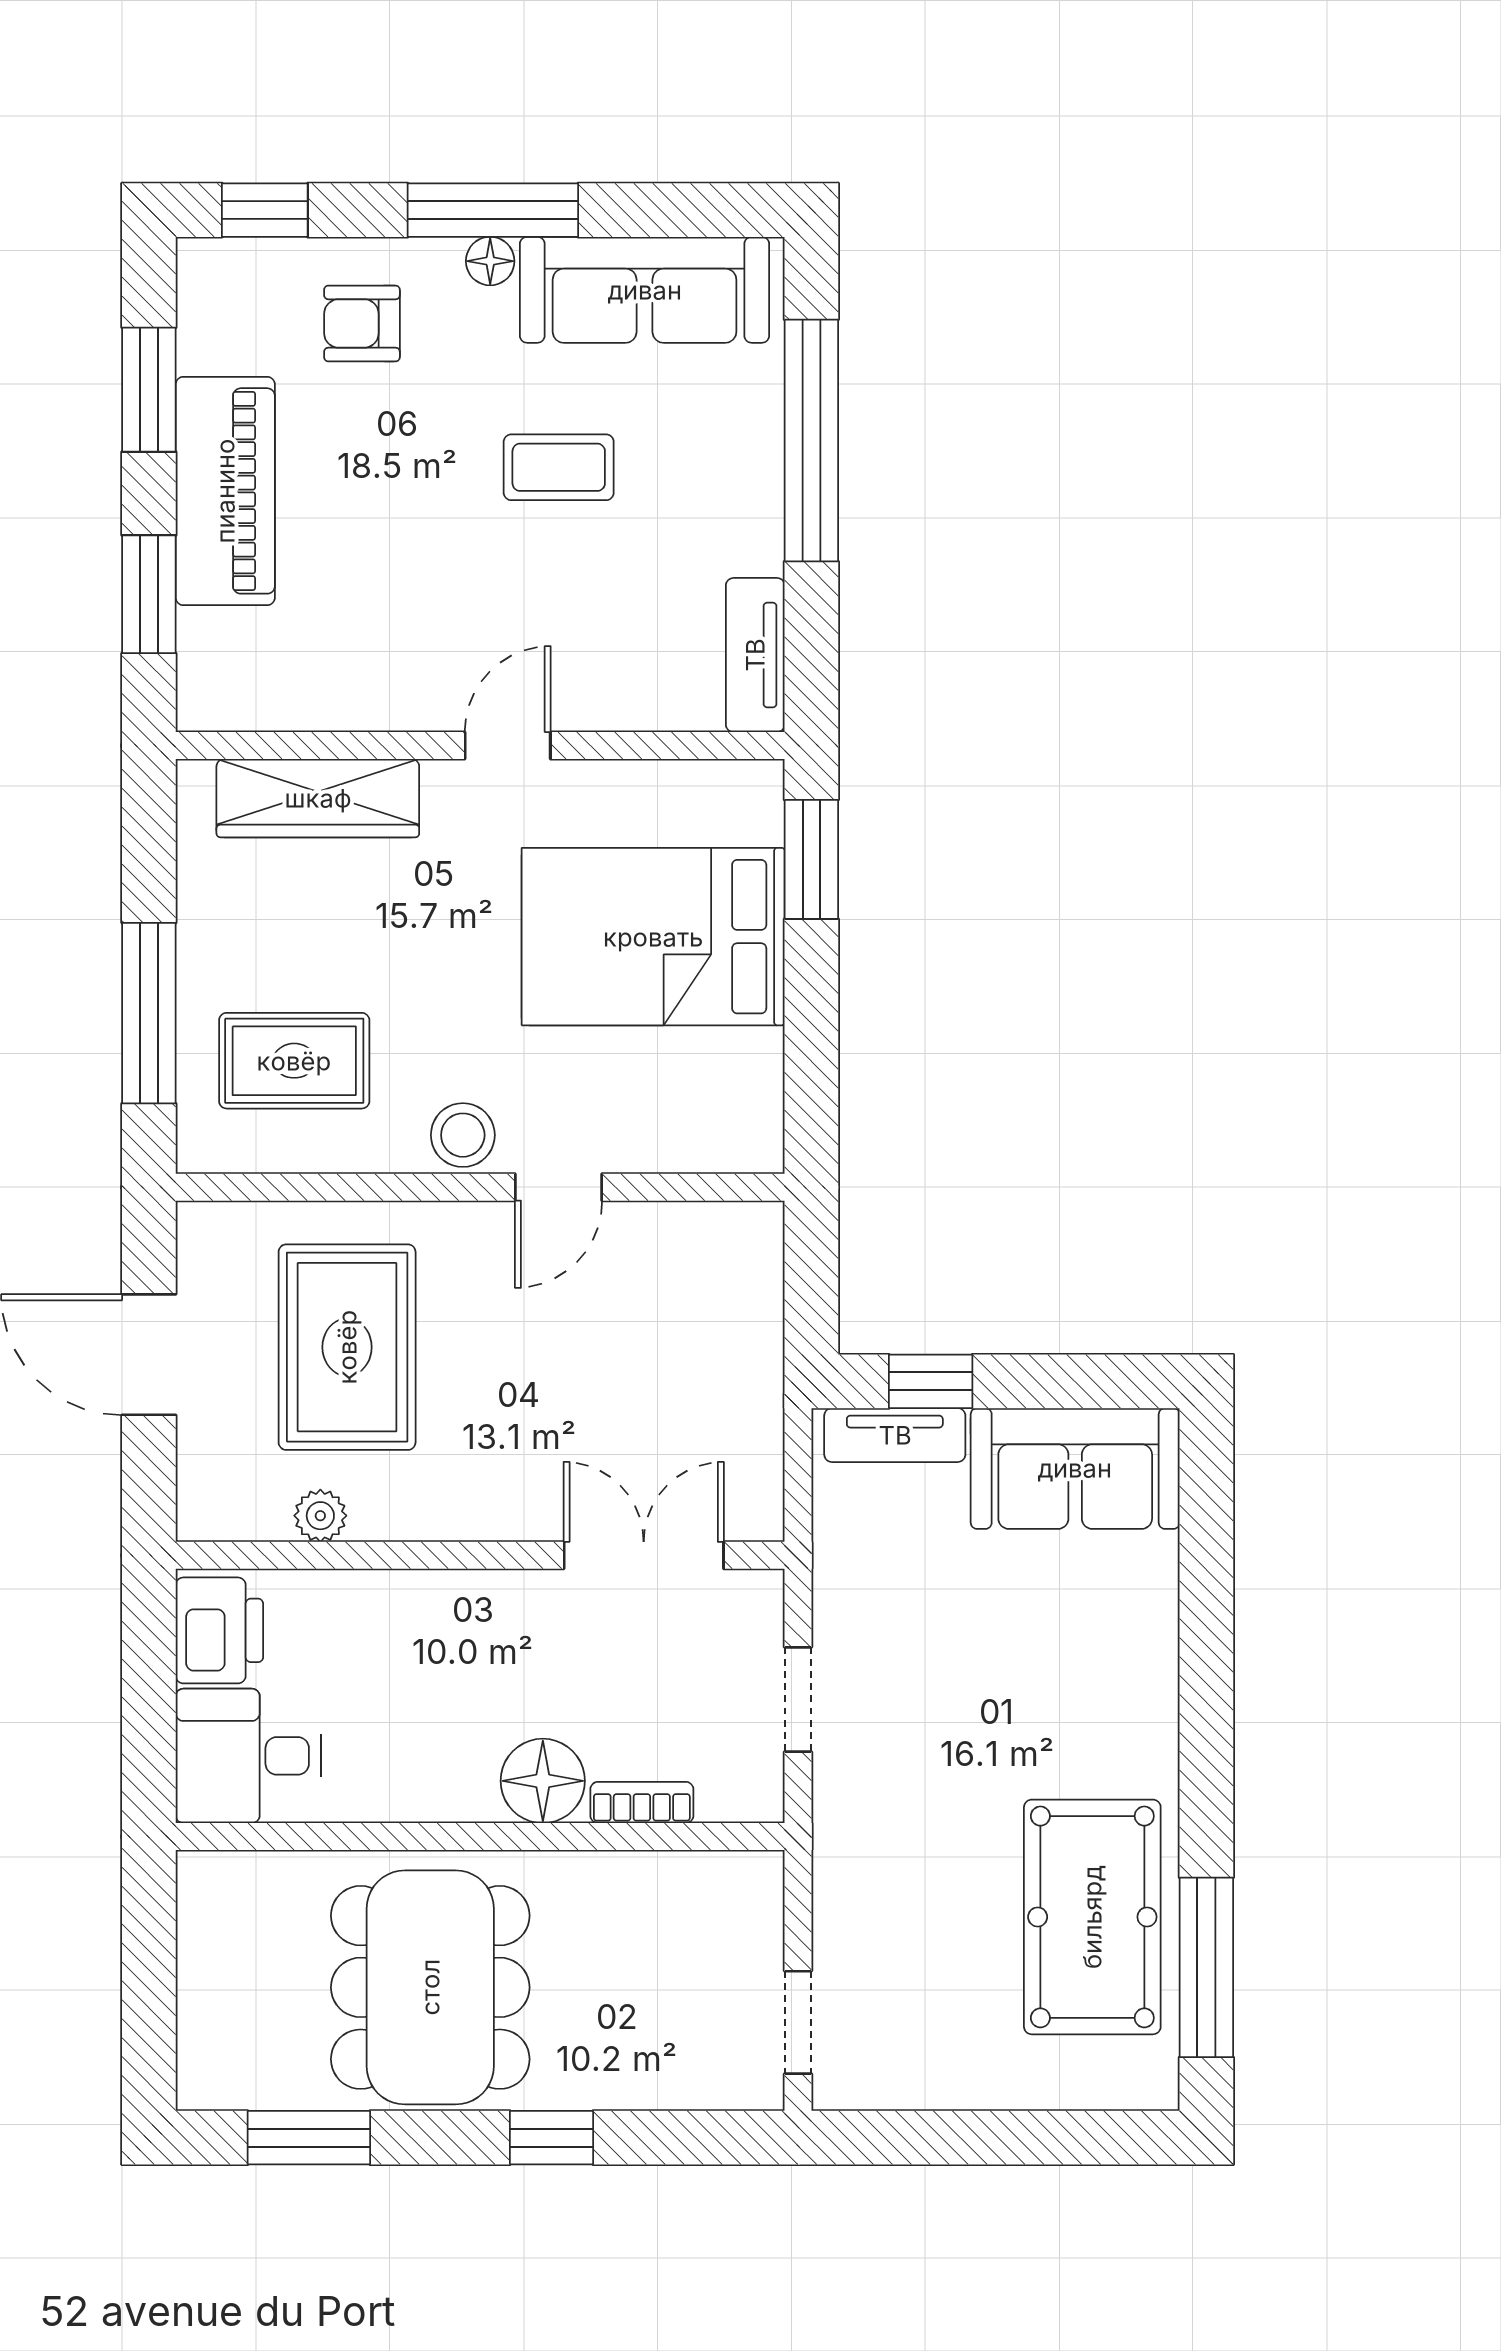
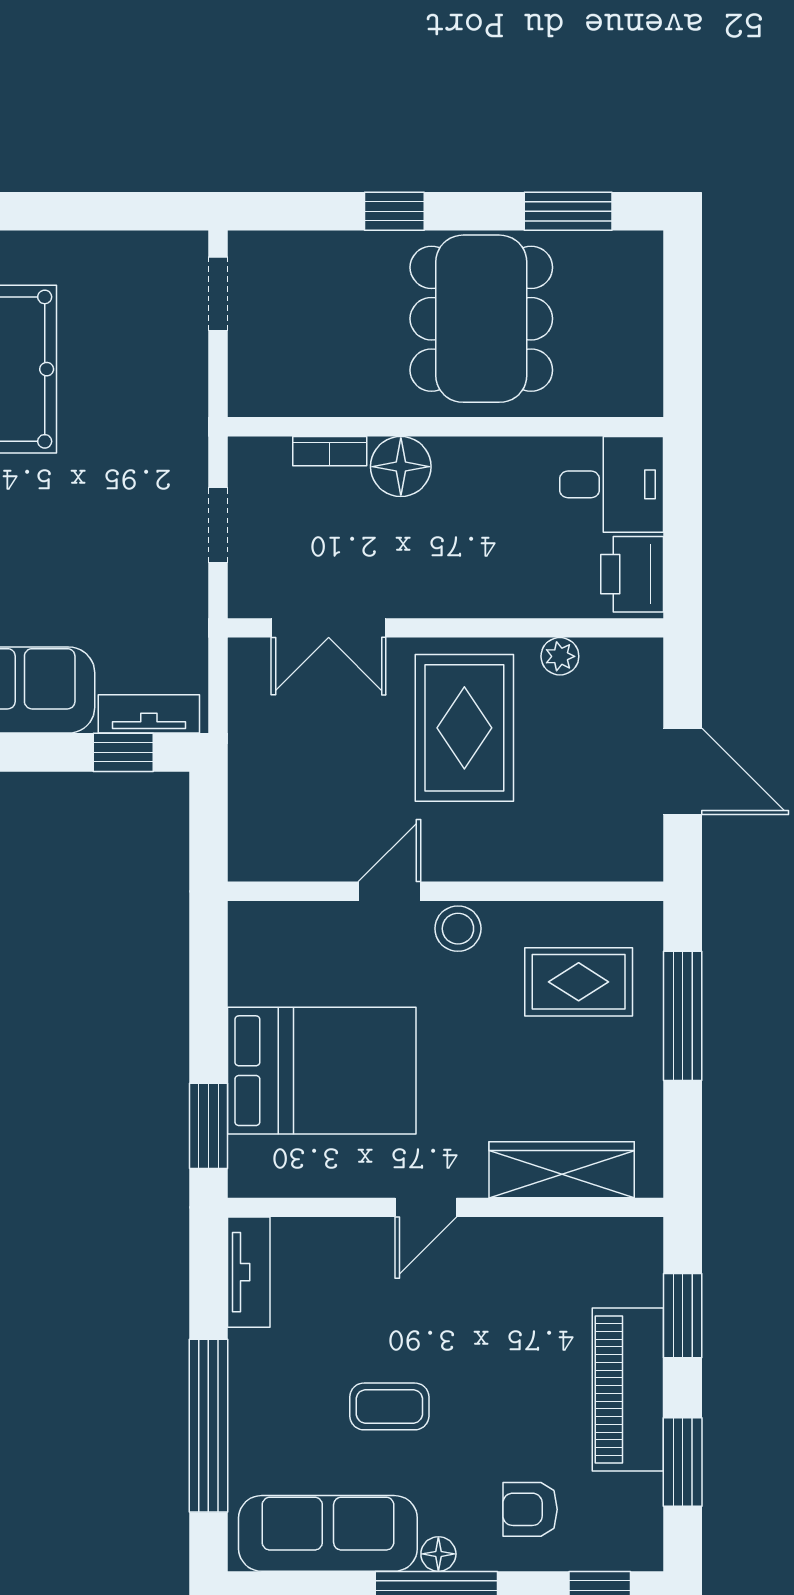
armchair: (362, 323) -> (530, 1509), turned 180
rug: (347, 1347) -> (464, 728), moved

